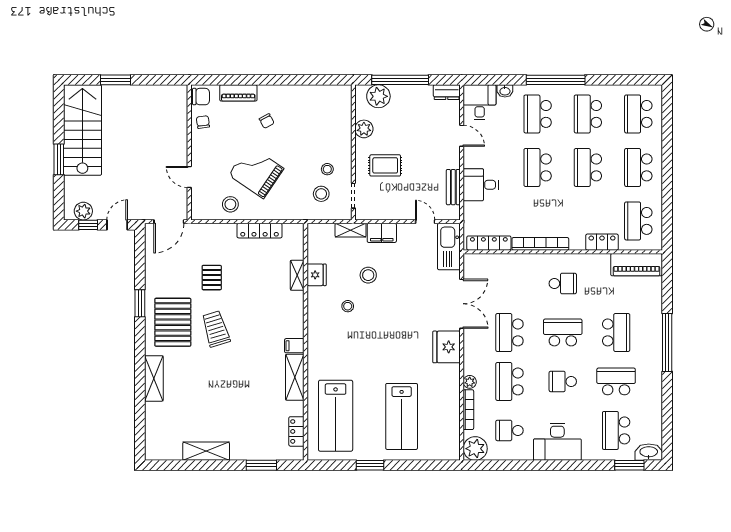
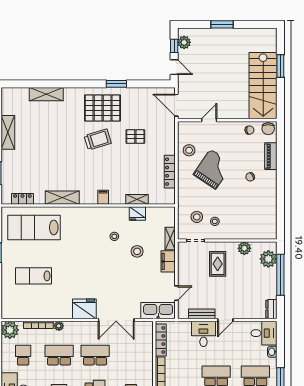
stairs: (82, 130) -> (263, 86), moved, turned 90
door: (462, 136) -> (225, 320), moved
filing cabinet: (294, 346) -> (103, 197), moved
shelving: (154, 378) -> (46, 94), moved
lab bench: (402, 416) -> (33, 276), width x0.73, depth x0.72

